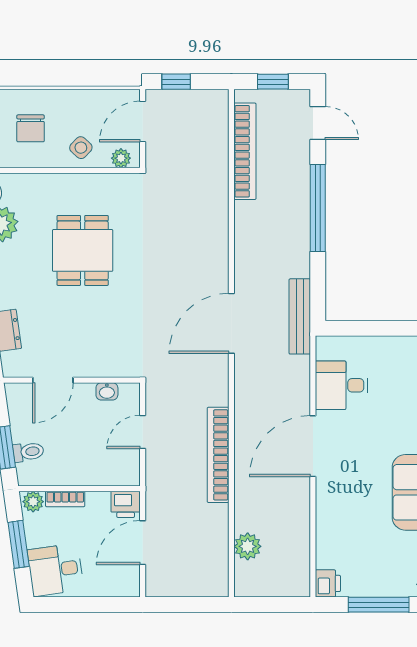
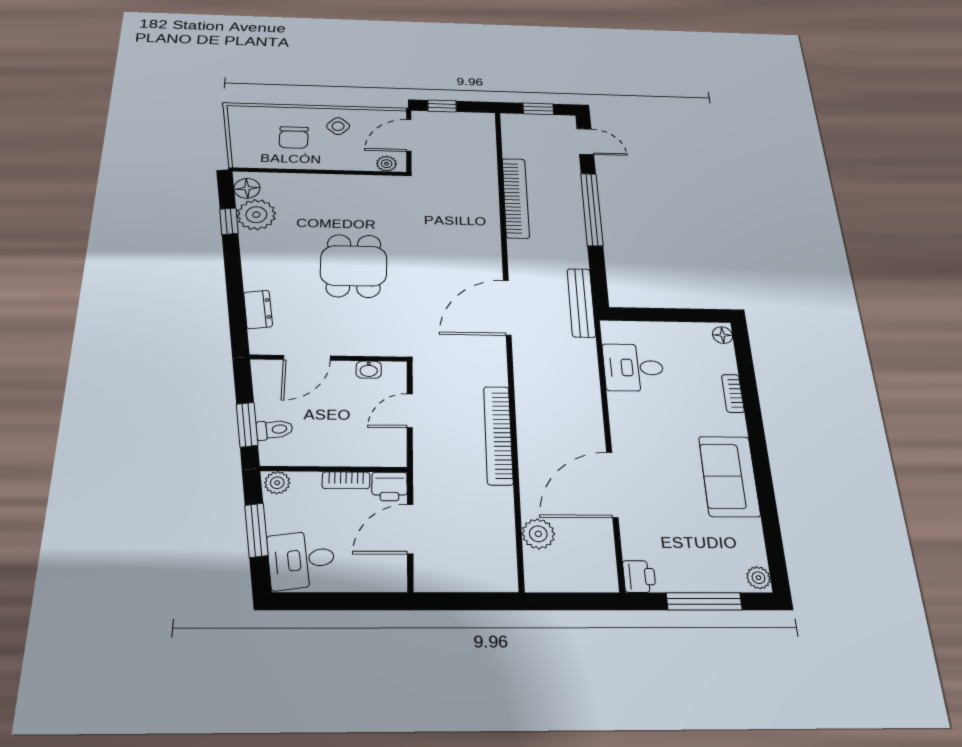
side table: (81, 148) -> (338, 126), moved
bookcase: (245, 151) -> (516, 198), moved
dining table: (83, 250) -> (354, 266), moved
door: (313, 446) -> (612, 485), moved
bookcase: (65, 499) -> (346, 480), moved

